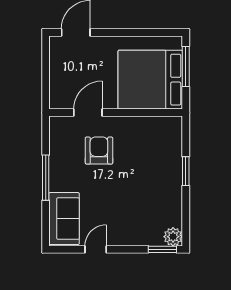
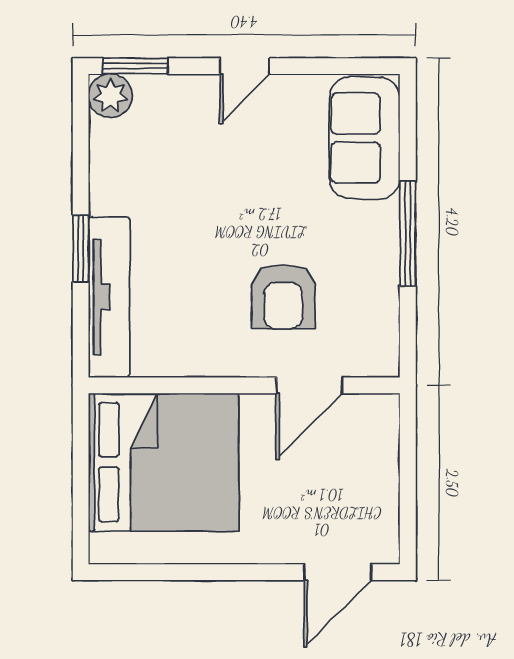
window: (186, 66) -> (81, 493), removed
tv unit: (174, 150) -> (109, 297), added
door: (96, 249) -> (245, 66), moved

